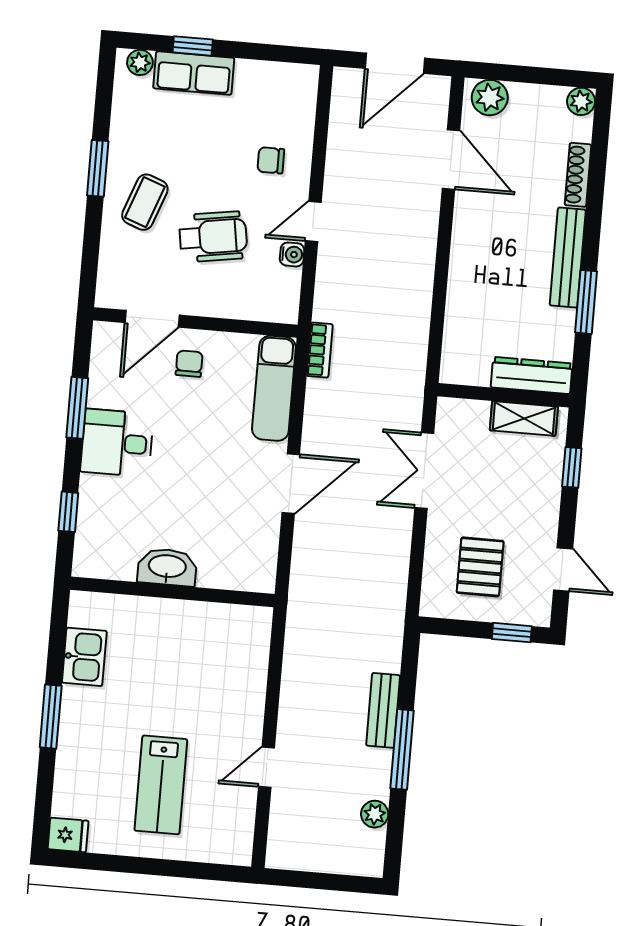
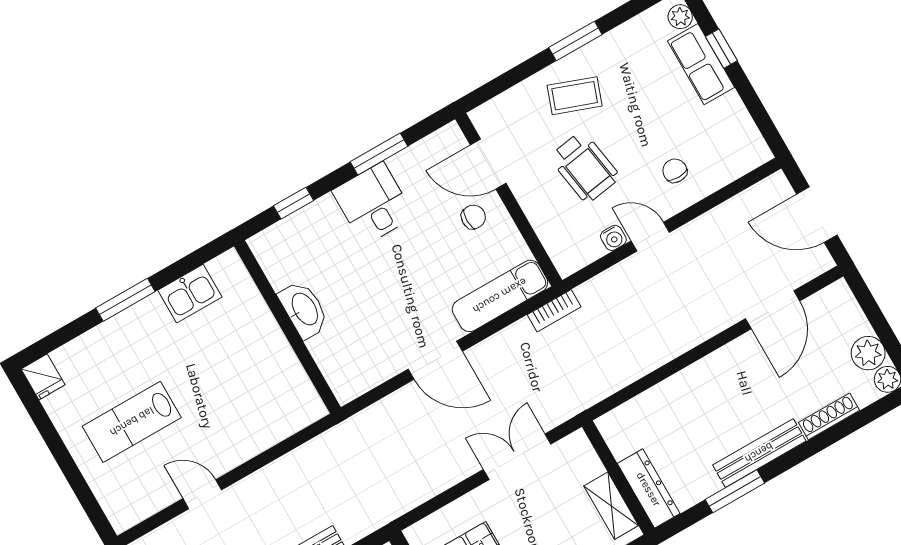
plant: (490, 98) -> (868, 353), moved

